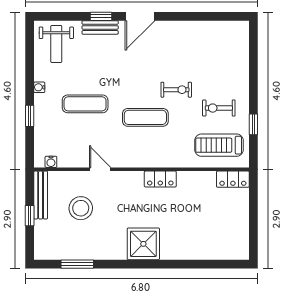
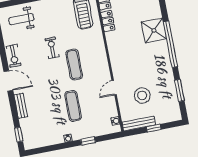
window: (101, 16) -> (19, 135), moved
weight bench: (56, 44) -> (21, 19), moved, turned 180
exercise bike: (219, 108) -> (14, 56), moved
locker: (160, 179) -> (108, 21), moved
shower: (143, 244) -> (154, 30), moved
window: (148, 264) -> (170, 44), added

